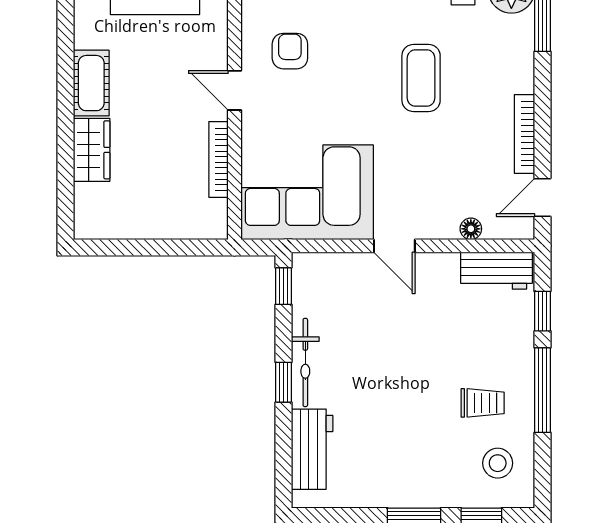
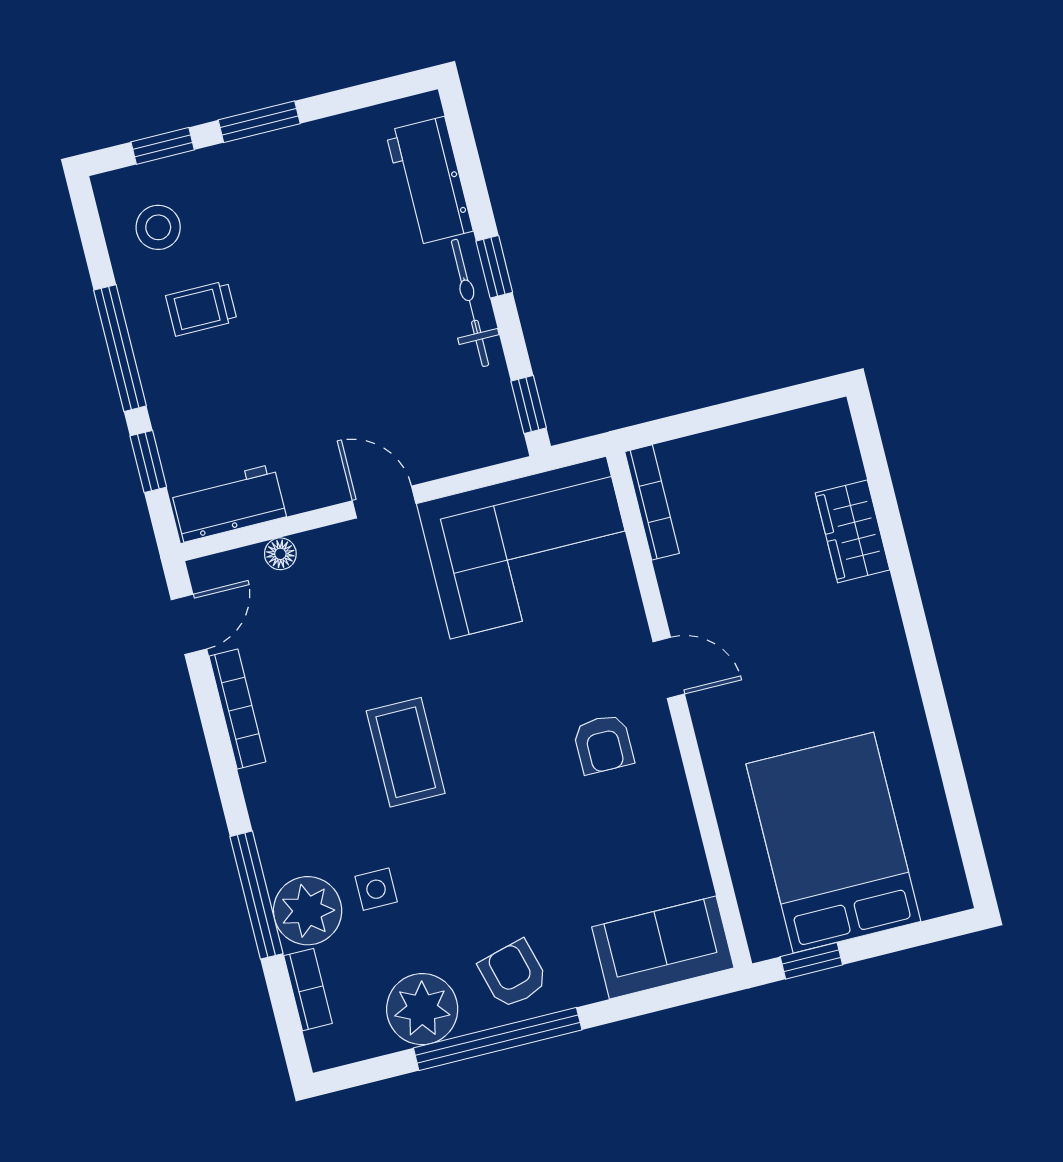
cot: (91, 83) -> (877, 627), removed
bookcase: (218, 159) -> (652, 502), moved

